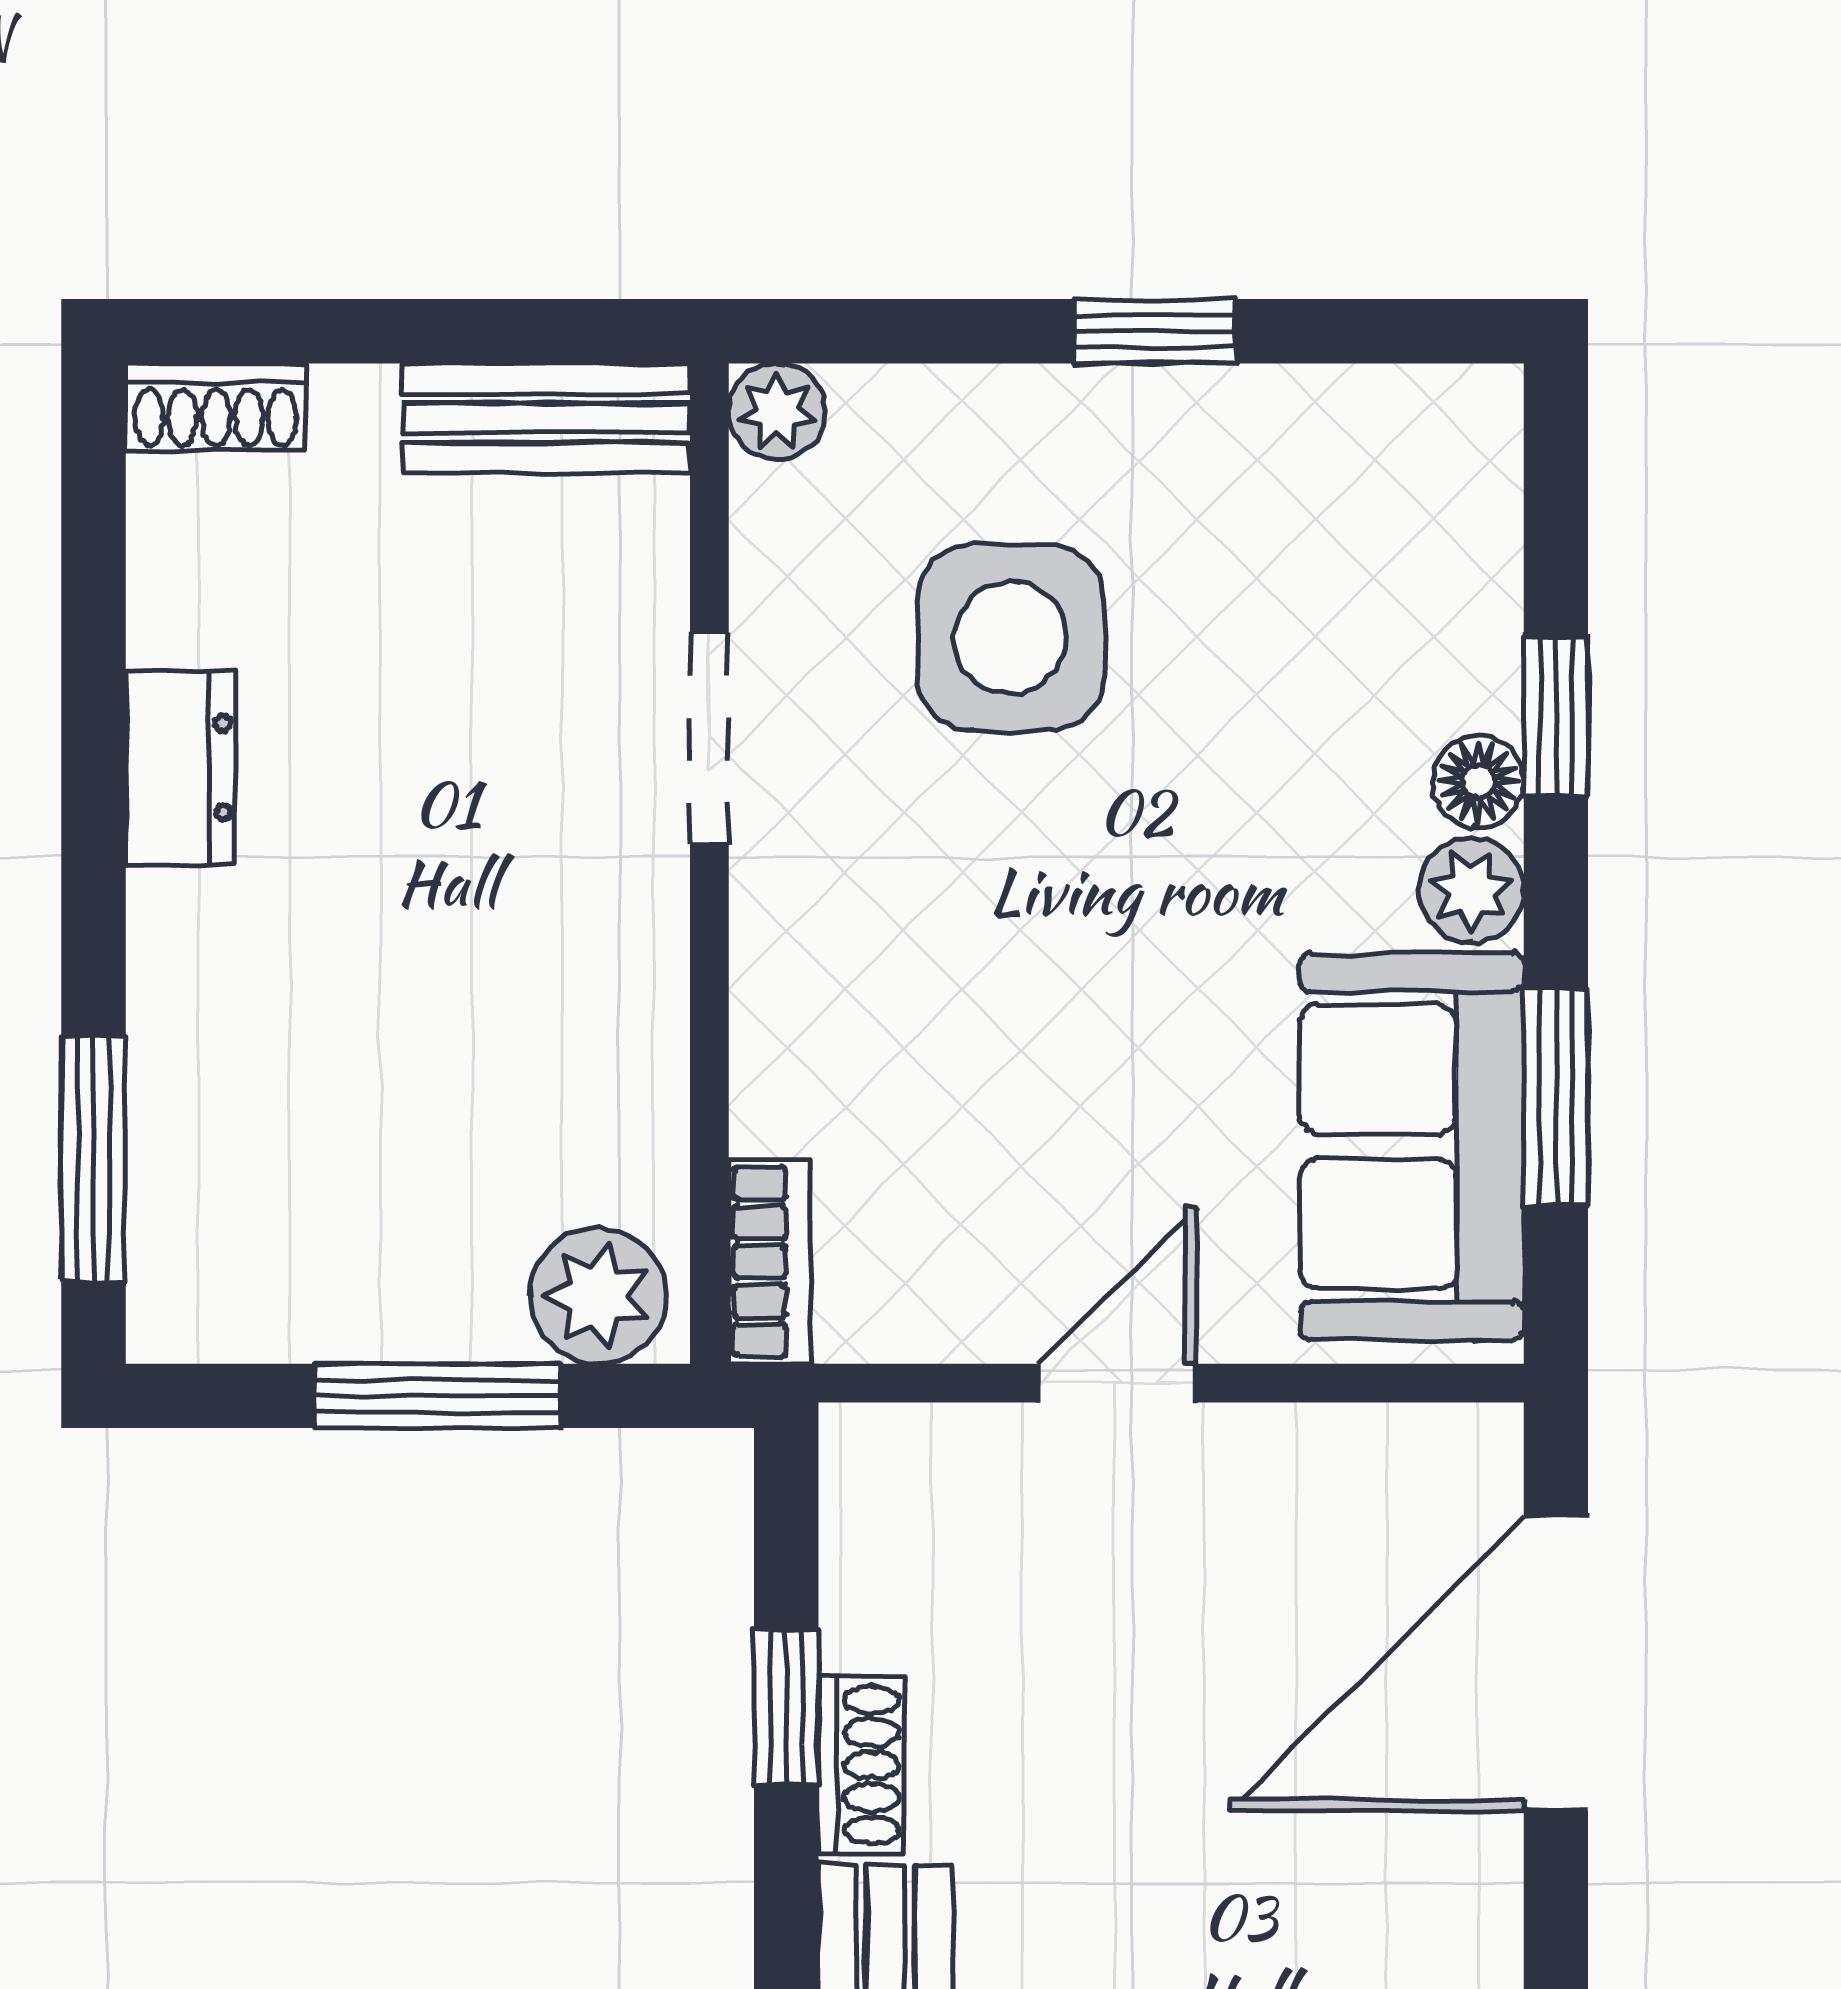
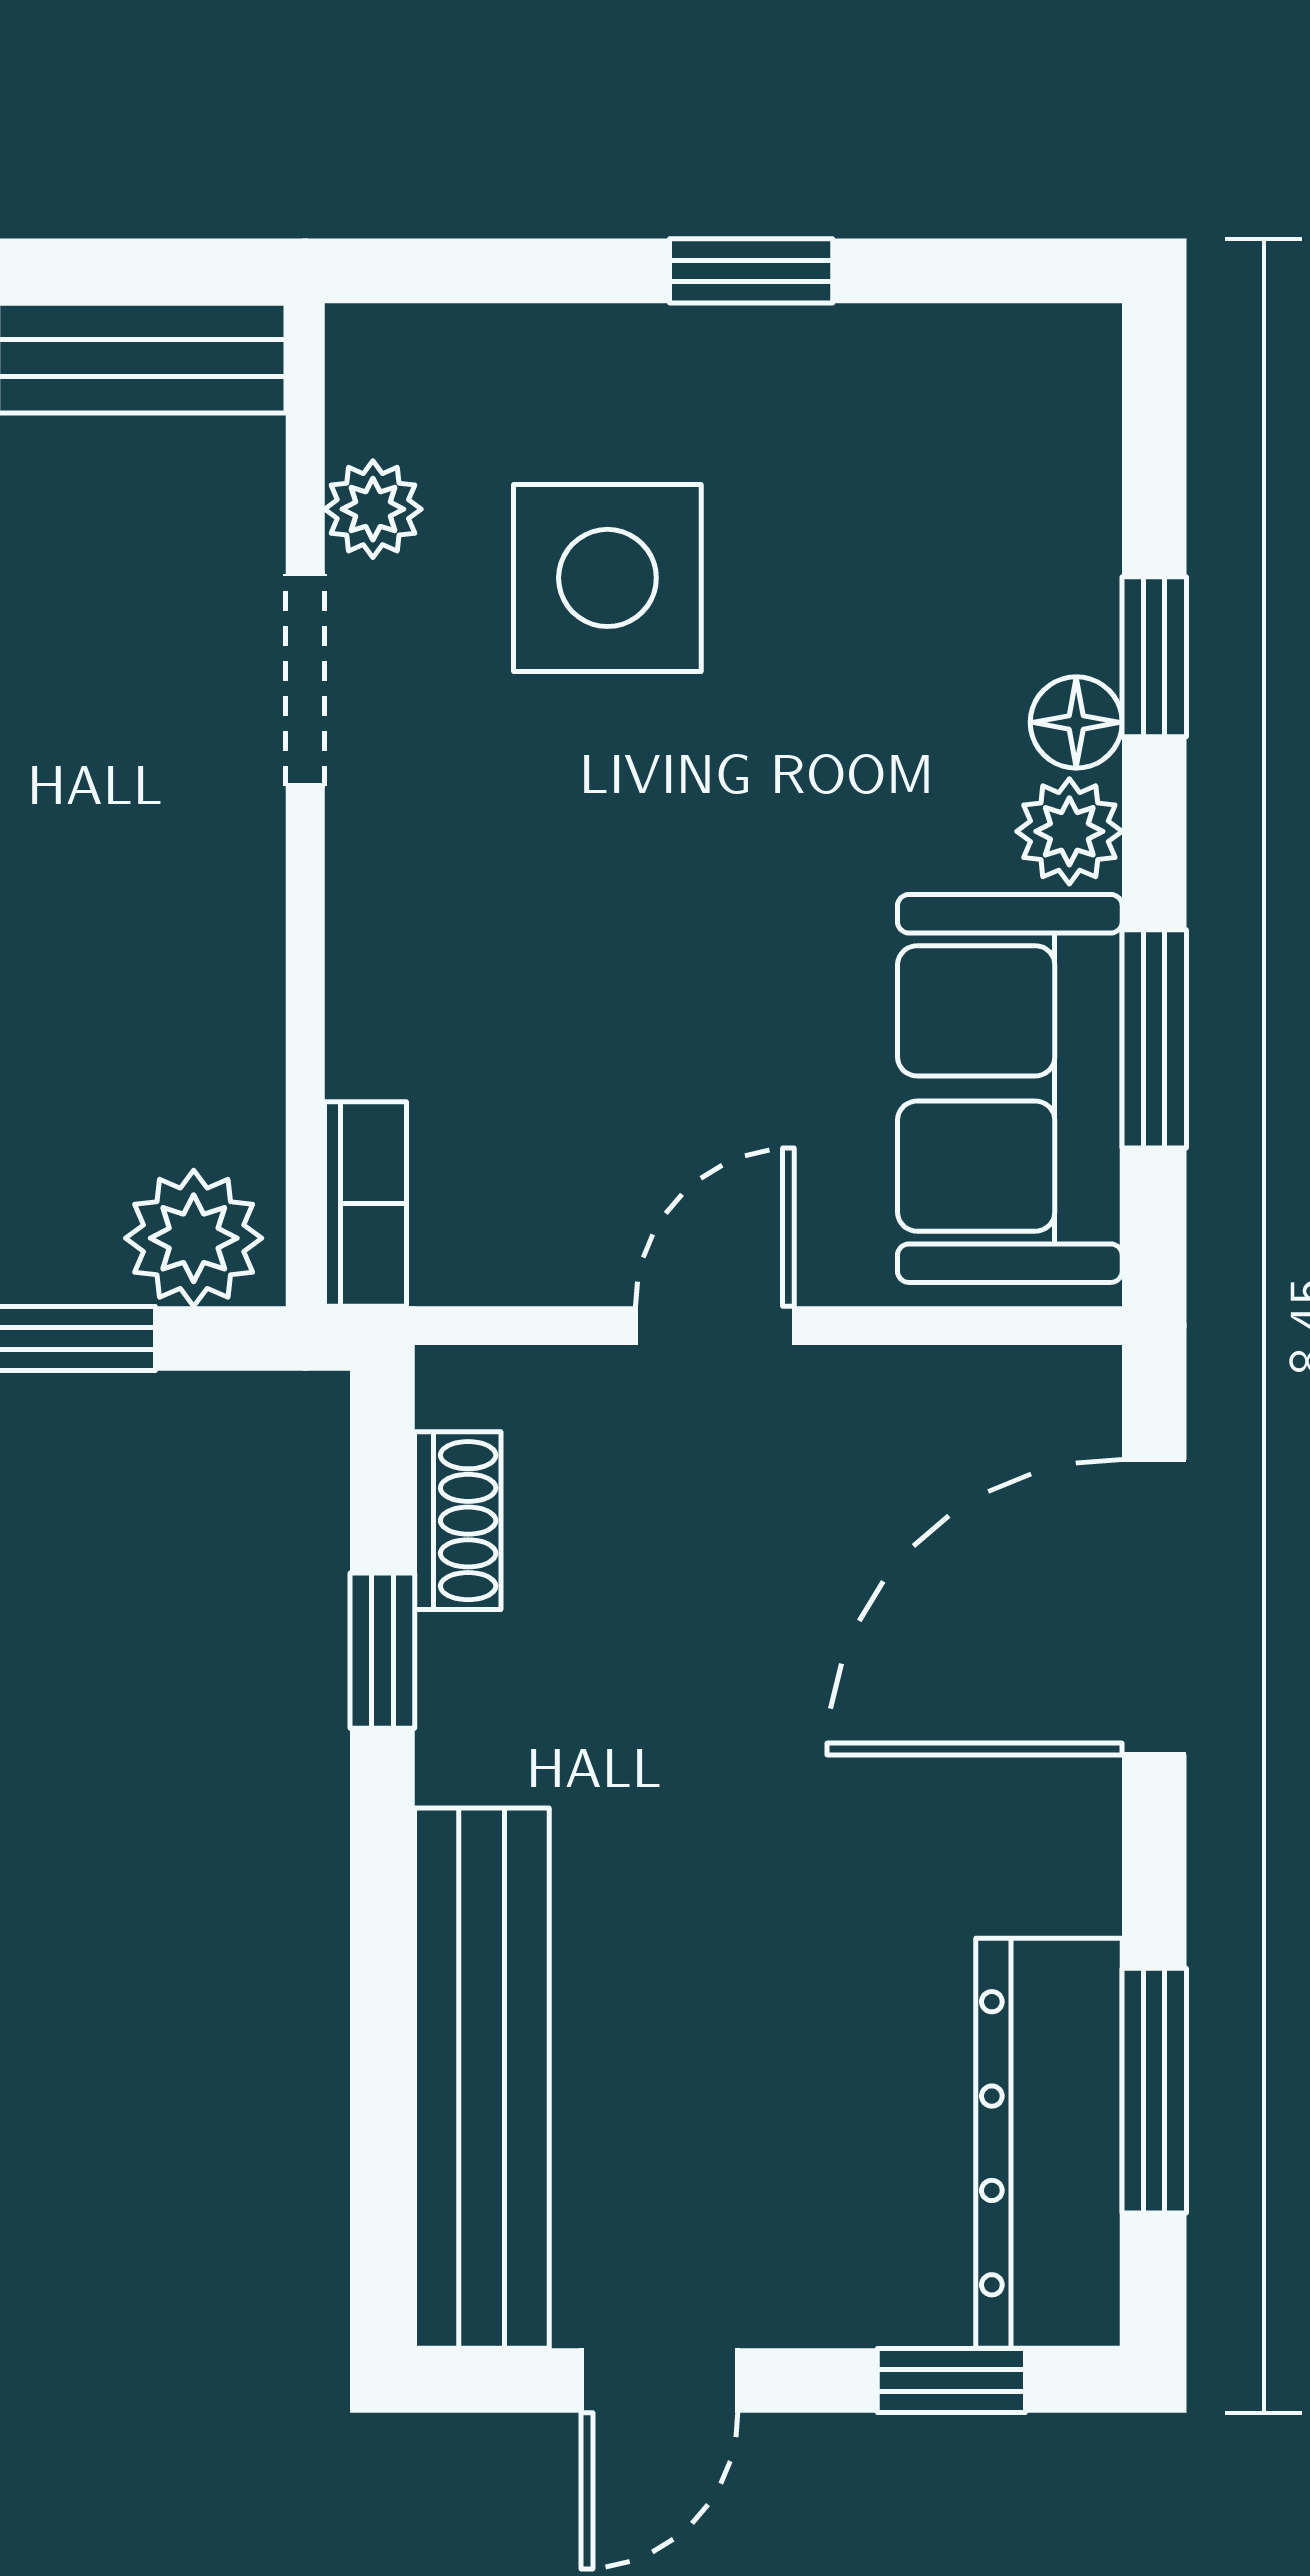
plant: (777, 412) -> (373, 509), moved
shoe rack: (861, 1765) -> (458, 1521), moved

